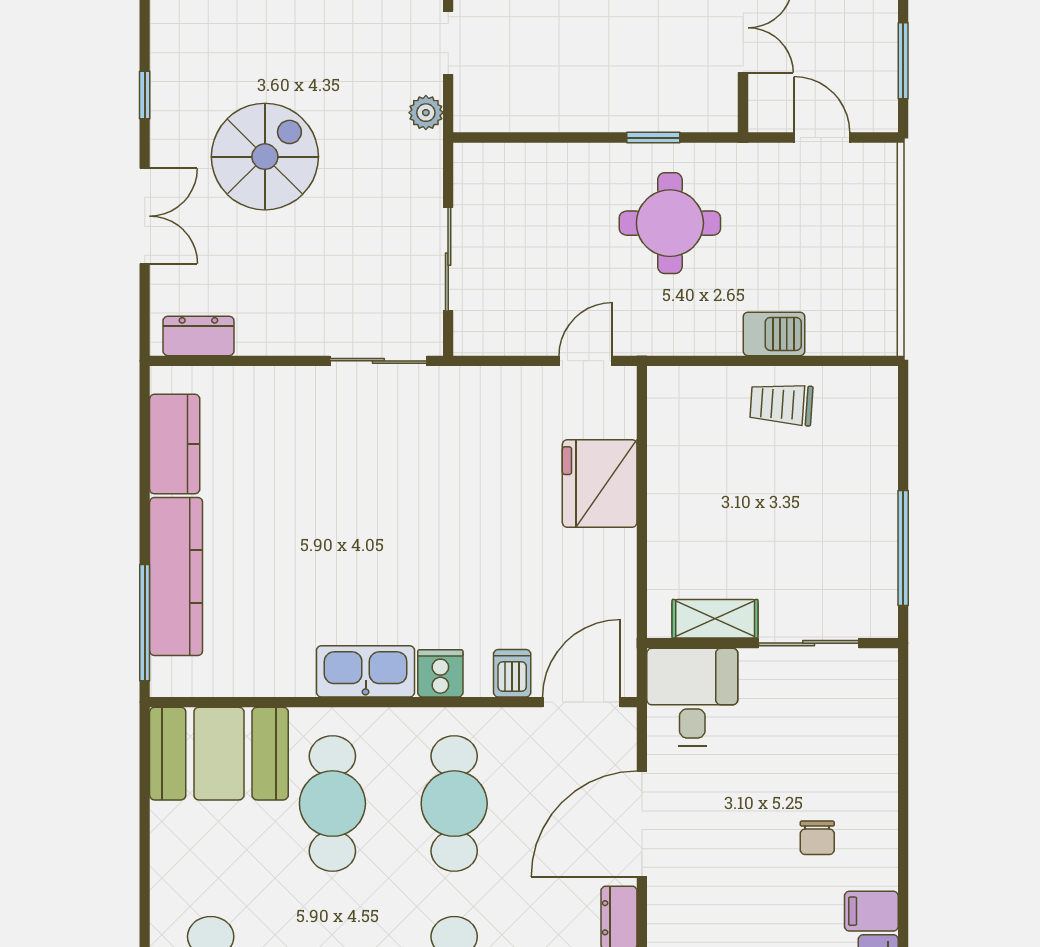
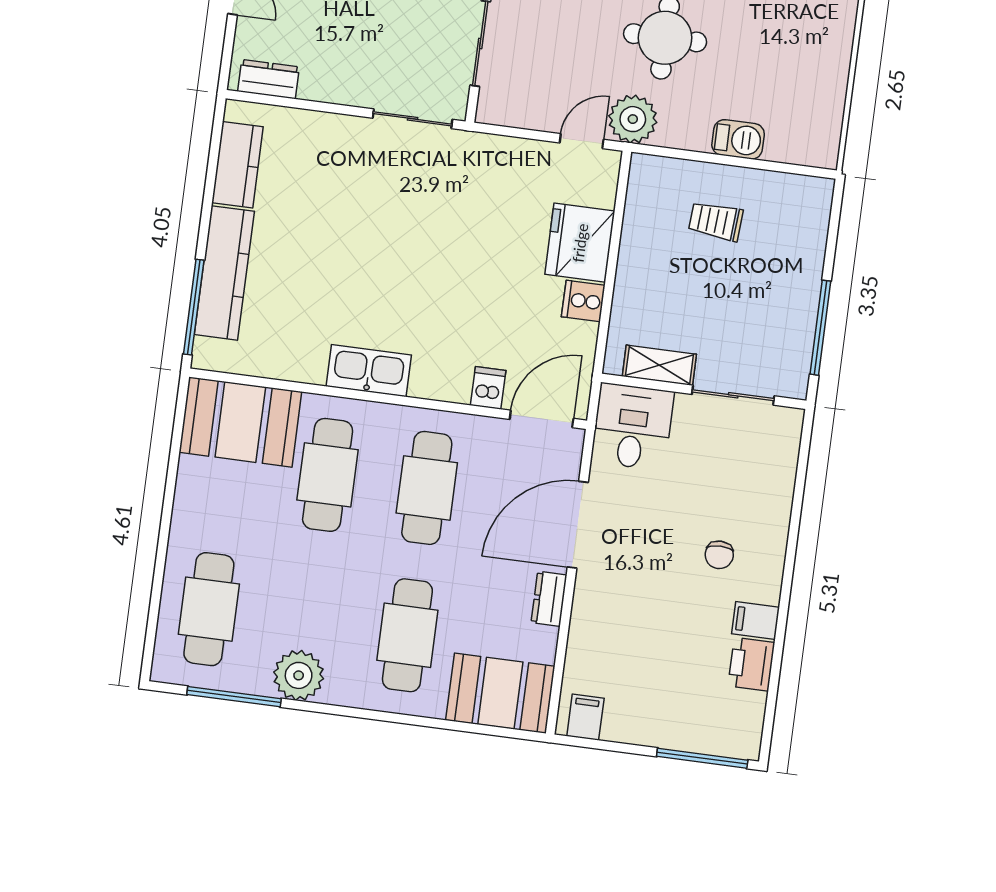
plant: (644, 326) -> (633, 119), added
trolley: (781, 404) -> (716, 221), moved
cooker: (440, 673) -> (583, 301), moved, turned -90

